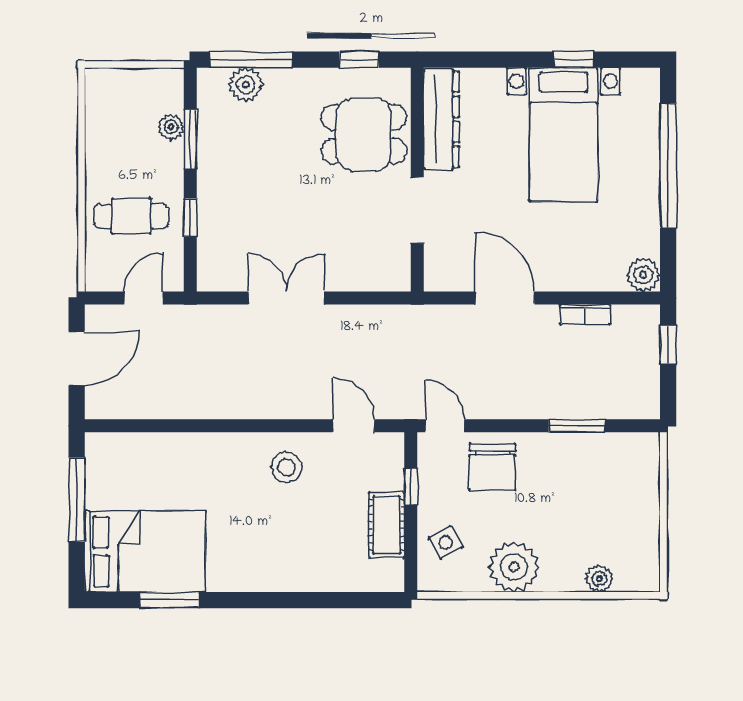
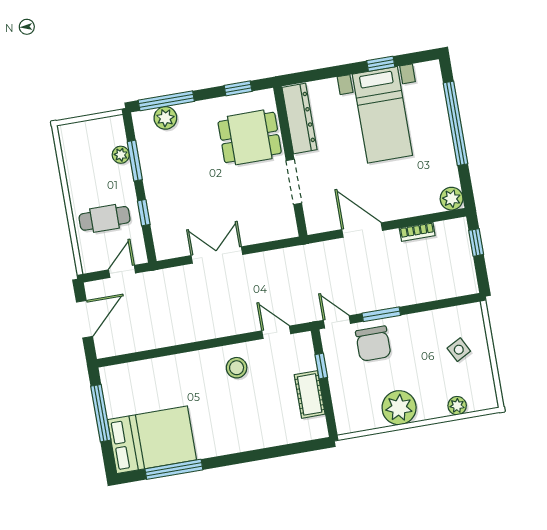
window: (577, 426) -> (381, 314), moved
side table: (446, 542) -> (459, 350), moved
window: (169, 600) -> (174, 469), width x1.44

